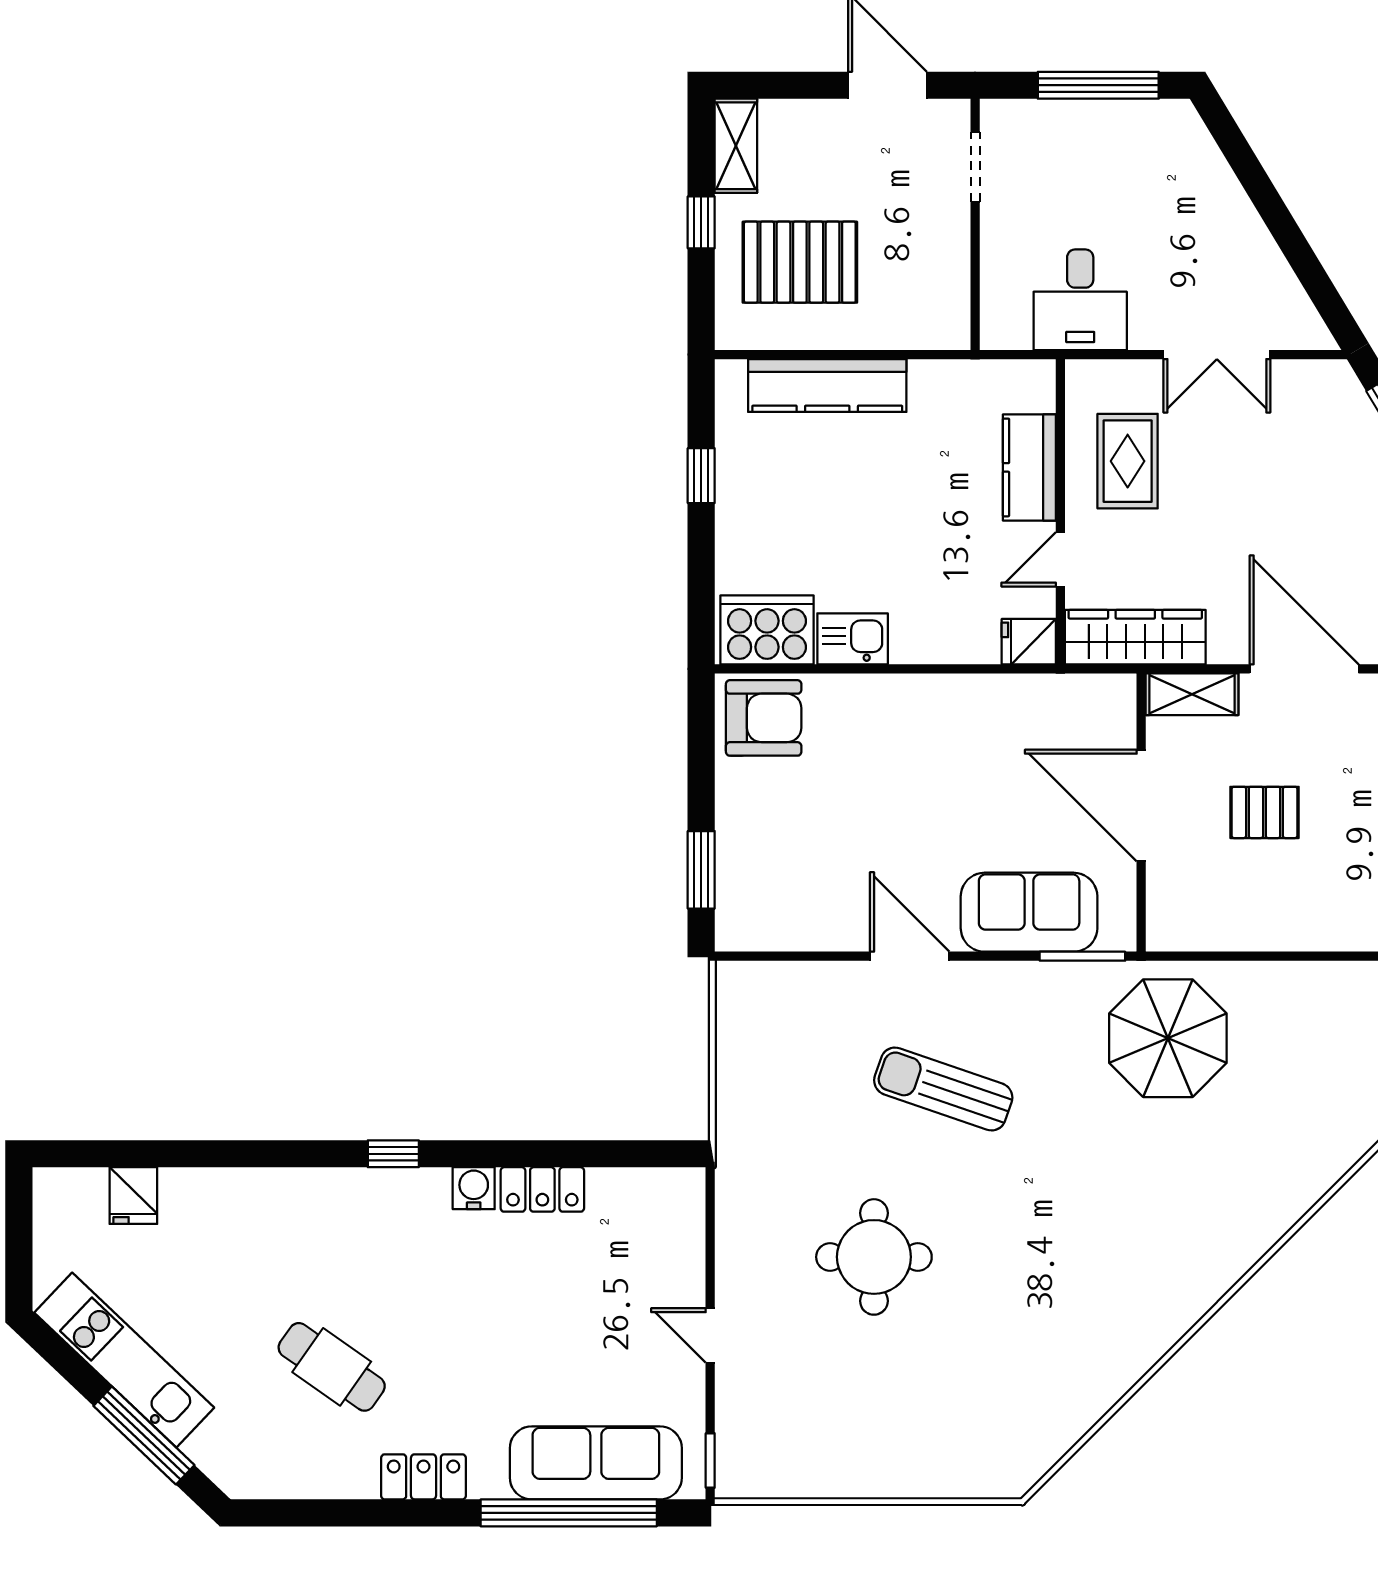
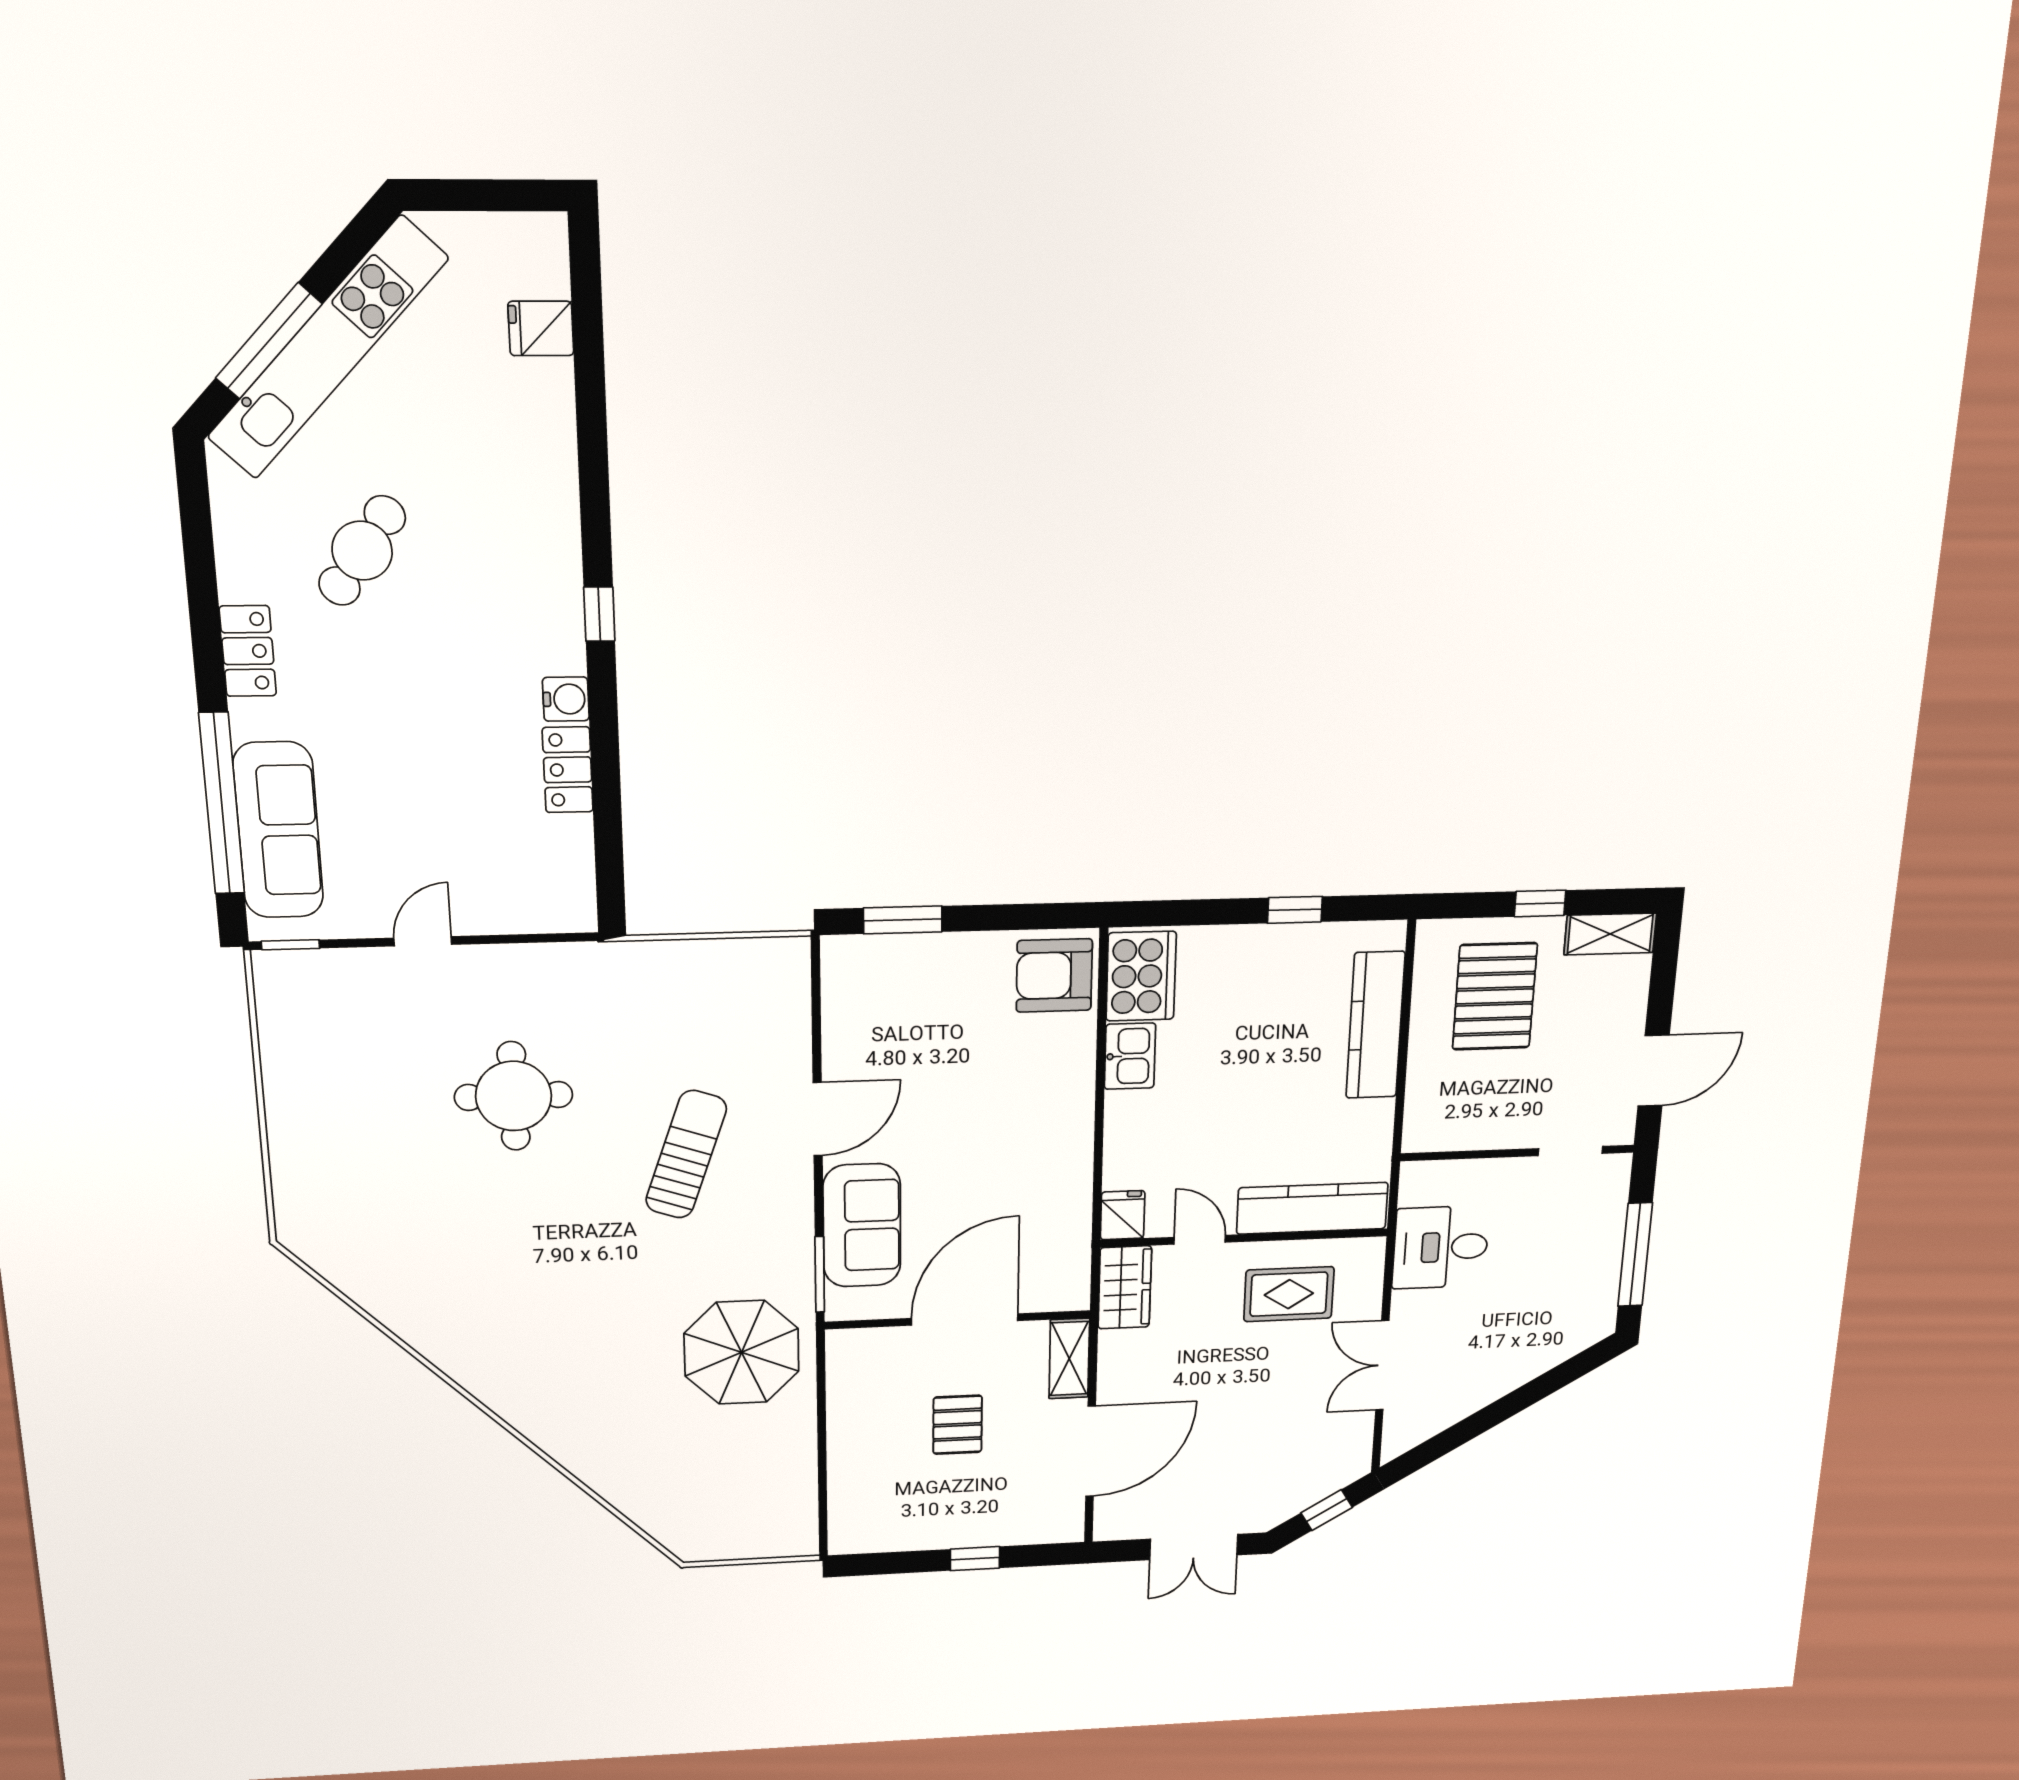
kitchen counter: (1029, 467) -> (1312, 1208), width x1.50
wardrobe: (1135, 637) -> (1125, 1287), width x0.67
armchair: (764, 718) -> (1054, 975), turned 90
kitchen unit: (124, 1360) -> (328, 348), width x1.36

